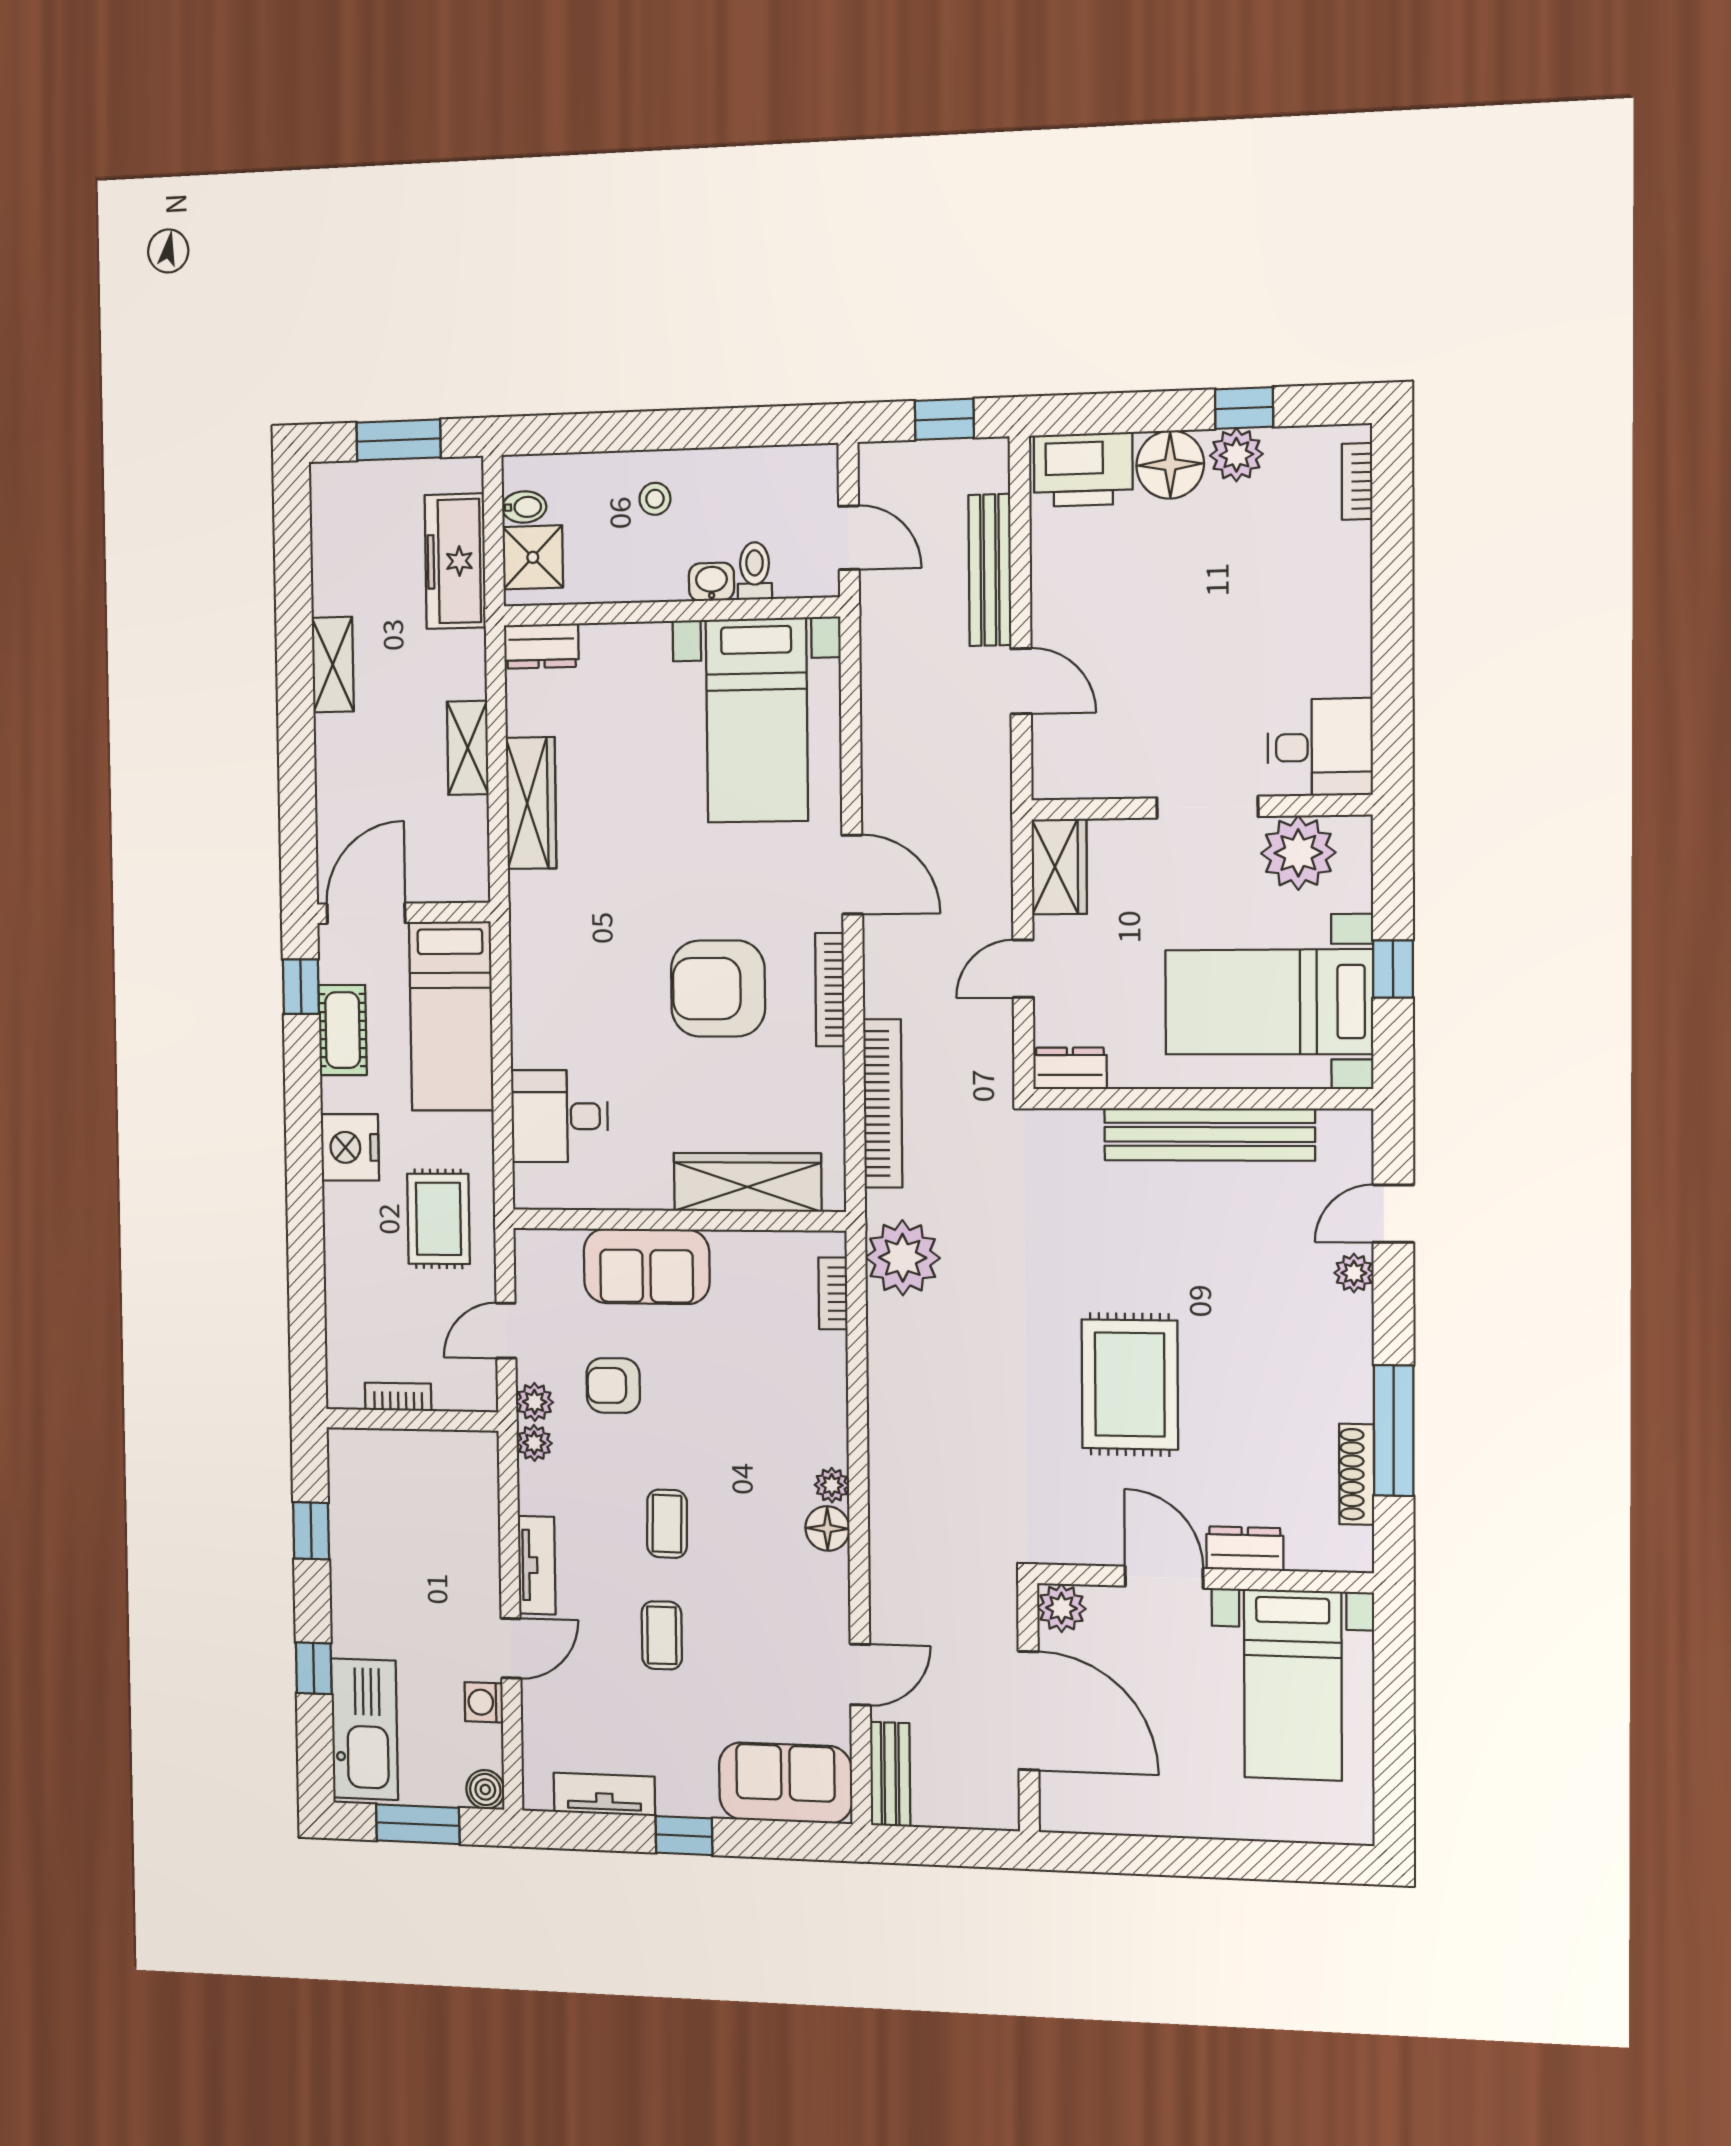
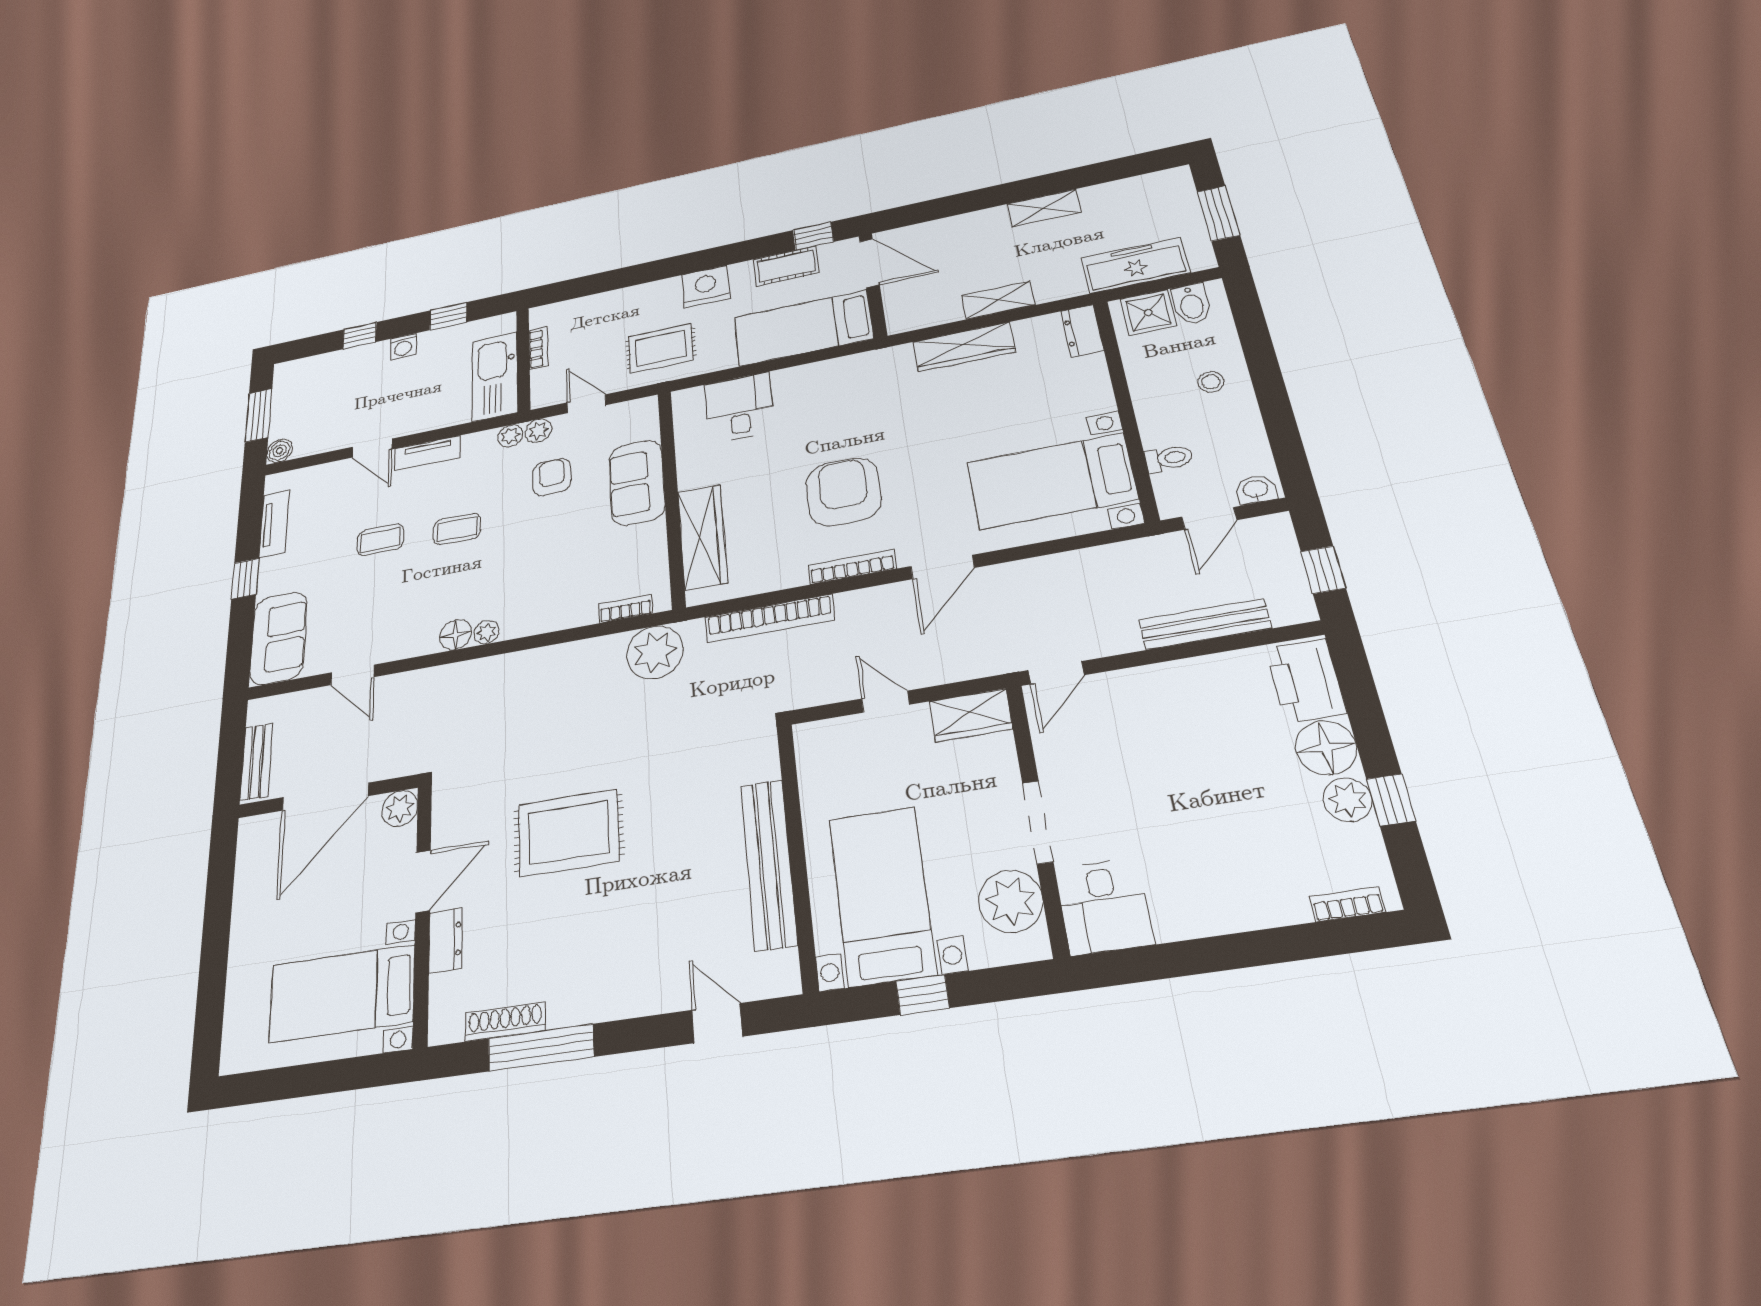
bidet: (524, 507) -> (1191, 304), width x1.38, depth x1.36
washbasin: (711, 582) -> (1256, 490), moved, turned -90
door: (1021, 681) -> (1056, 673), moved
dresser: (1070, 1068) -> (811, 749), removed
plant: (1354, 1273) -> (666, 997), removed
washing machine: (484, 1702) -> (403, 347), moved, turned 180
kitchen sink: (364, 1729) -> (495, 376), moved, turned 90
bench: (890, 1774) -> (257, 762), moved, turned 90

